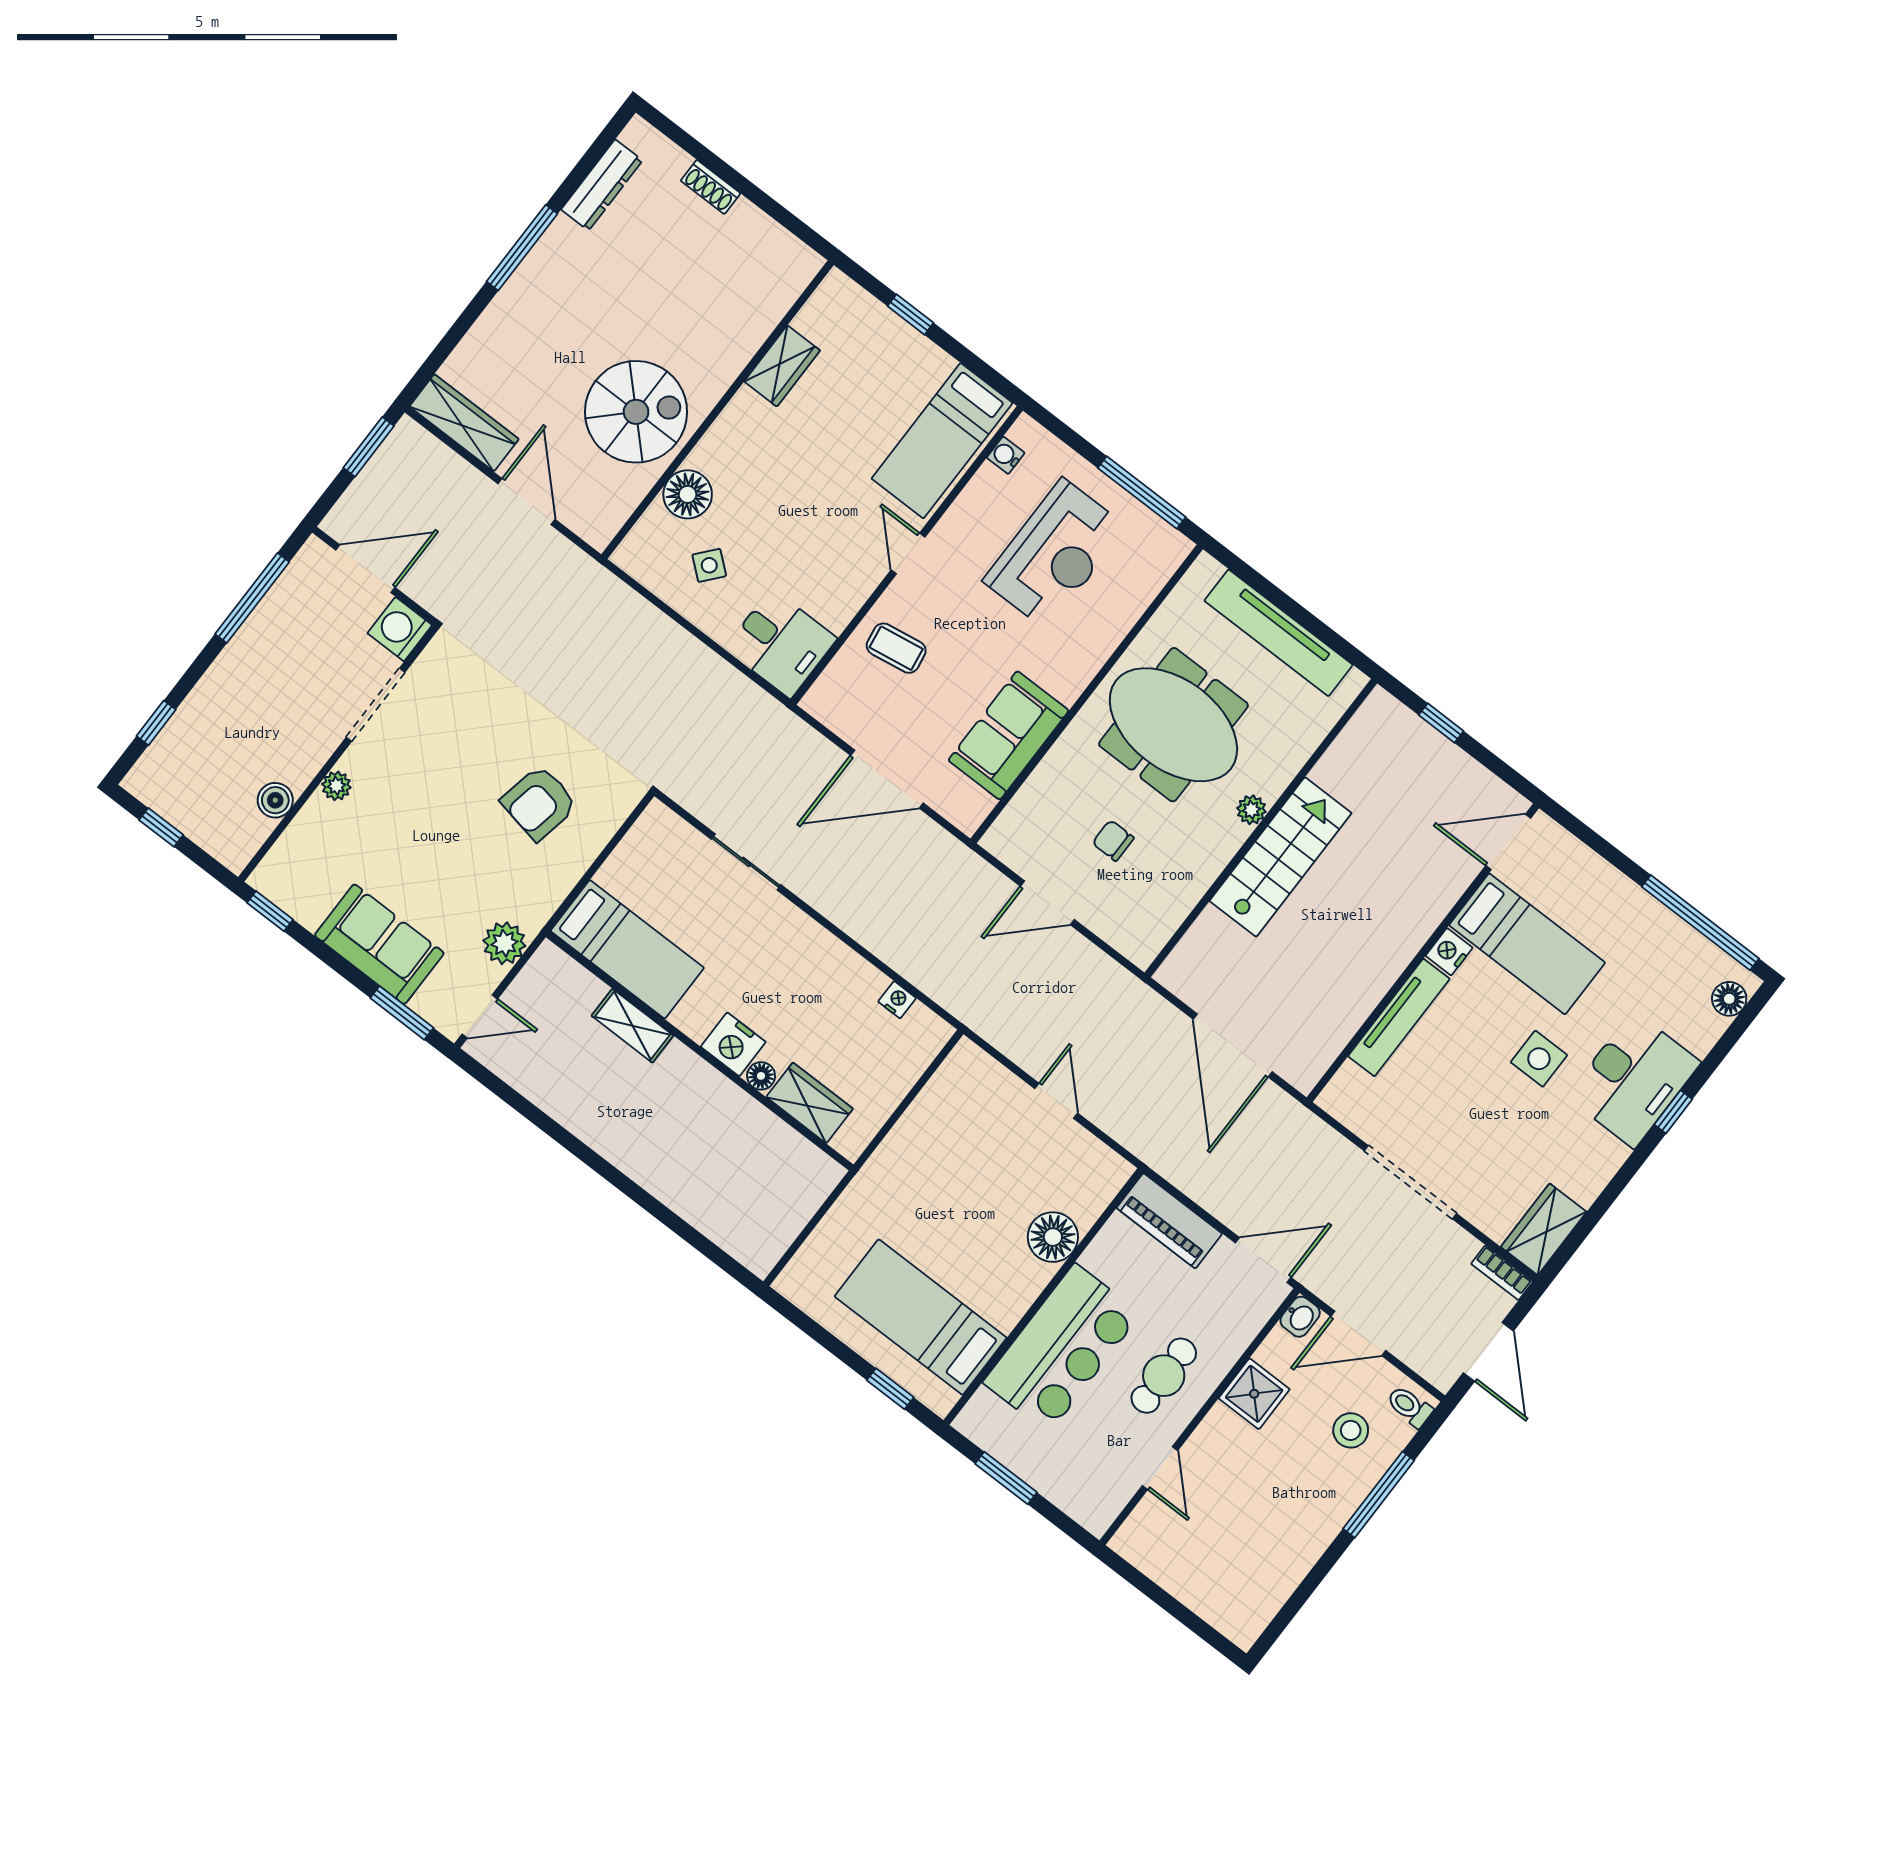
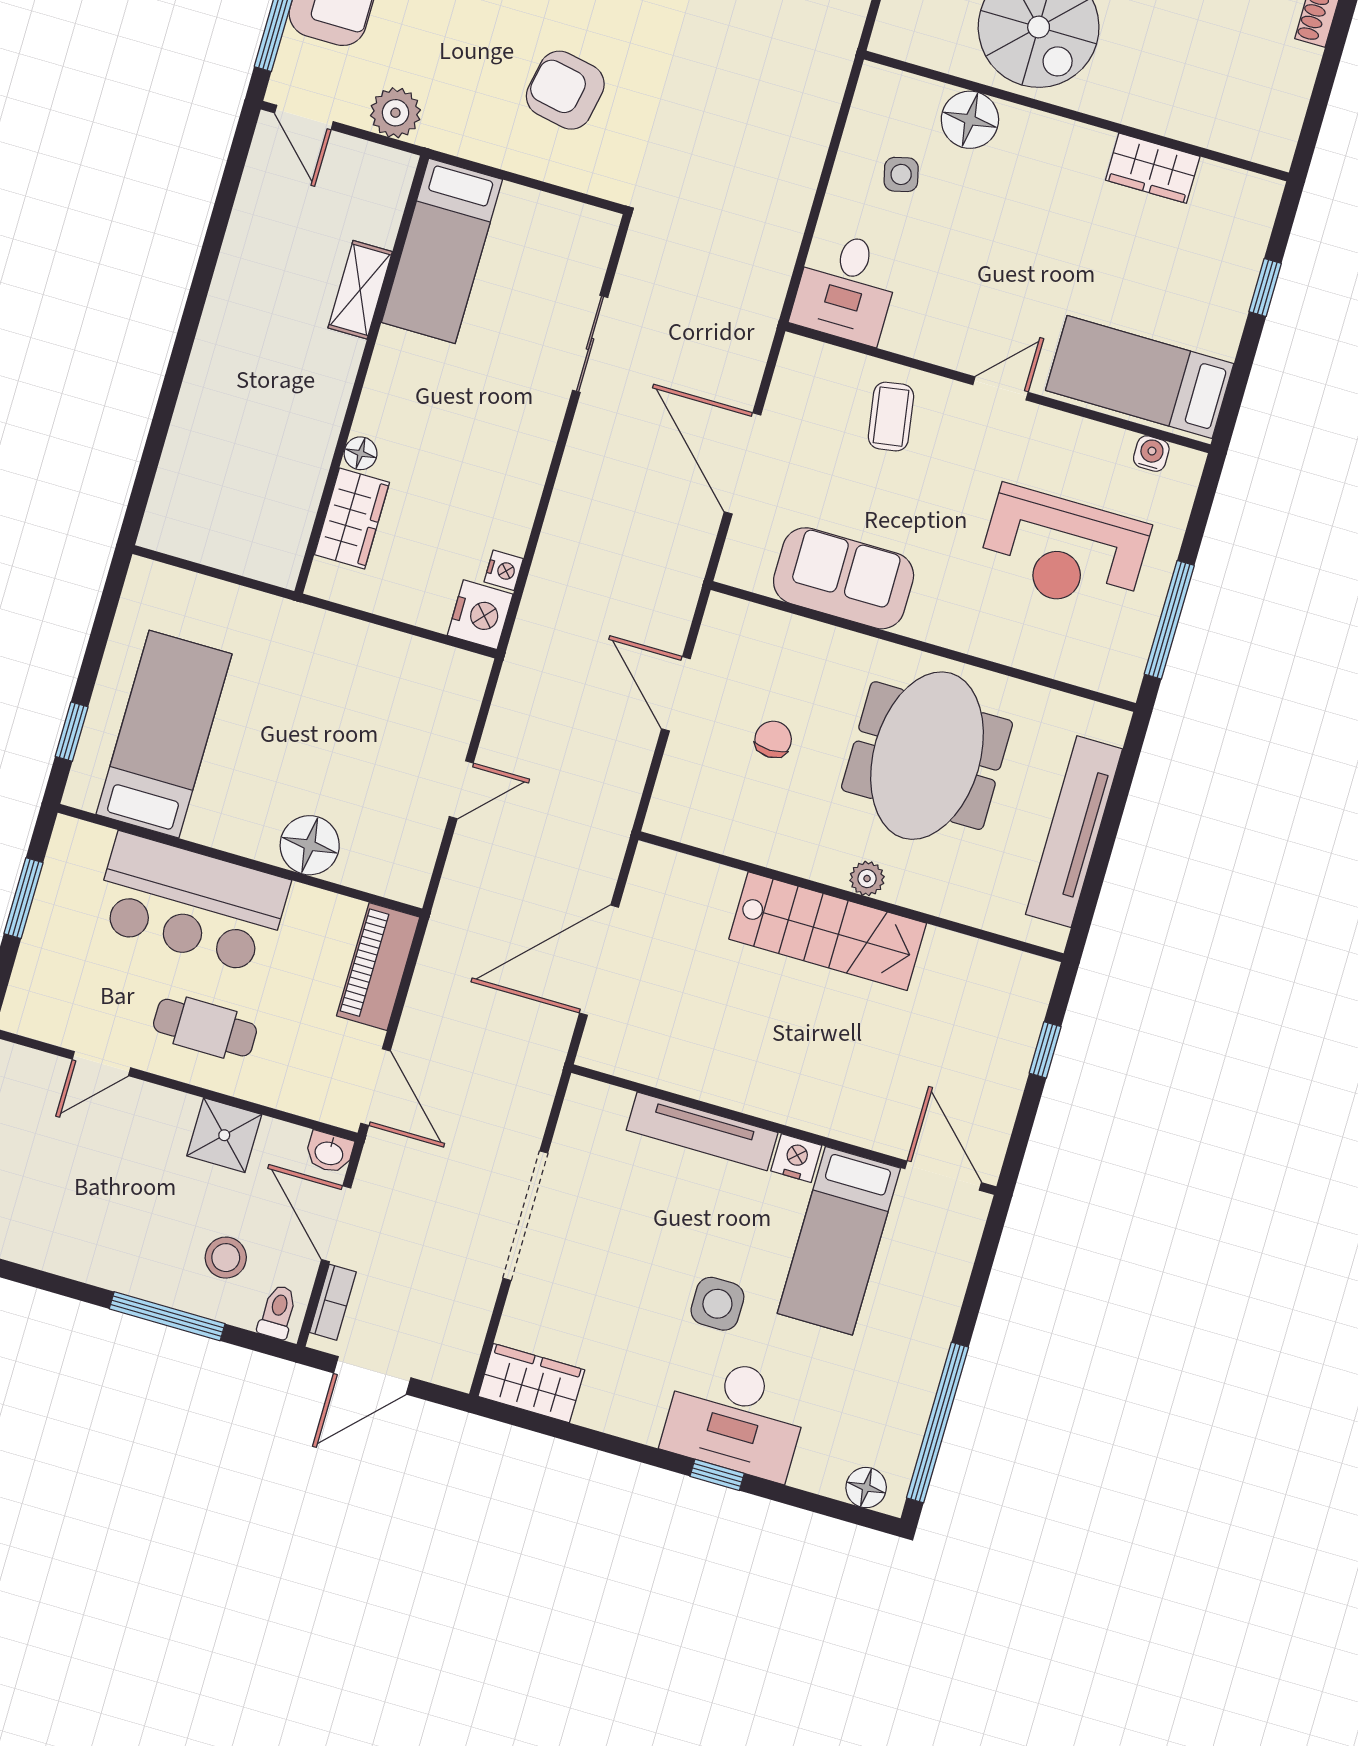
side table: (709, 565) -> (901, 174), turned 36
nightstand: (733, 1044) -> (480, 615), moved, turned 180
bookcase: (1502, 1273) -> (333, 1302), moved, turned 180

